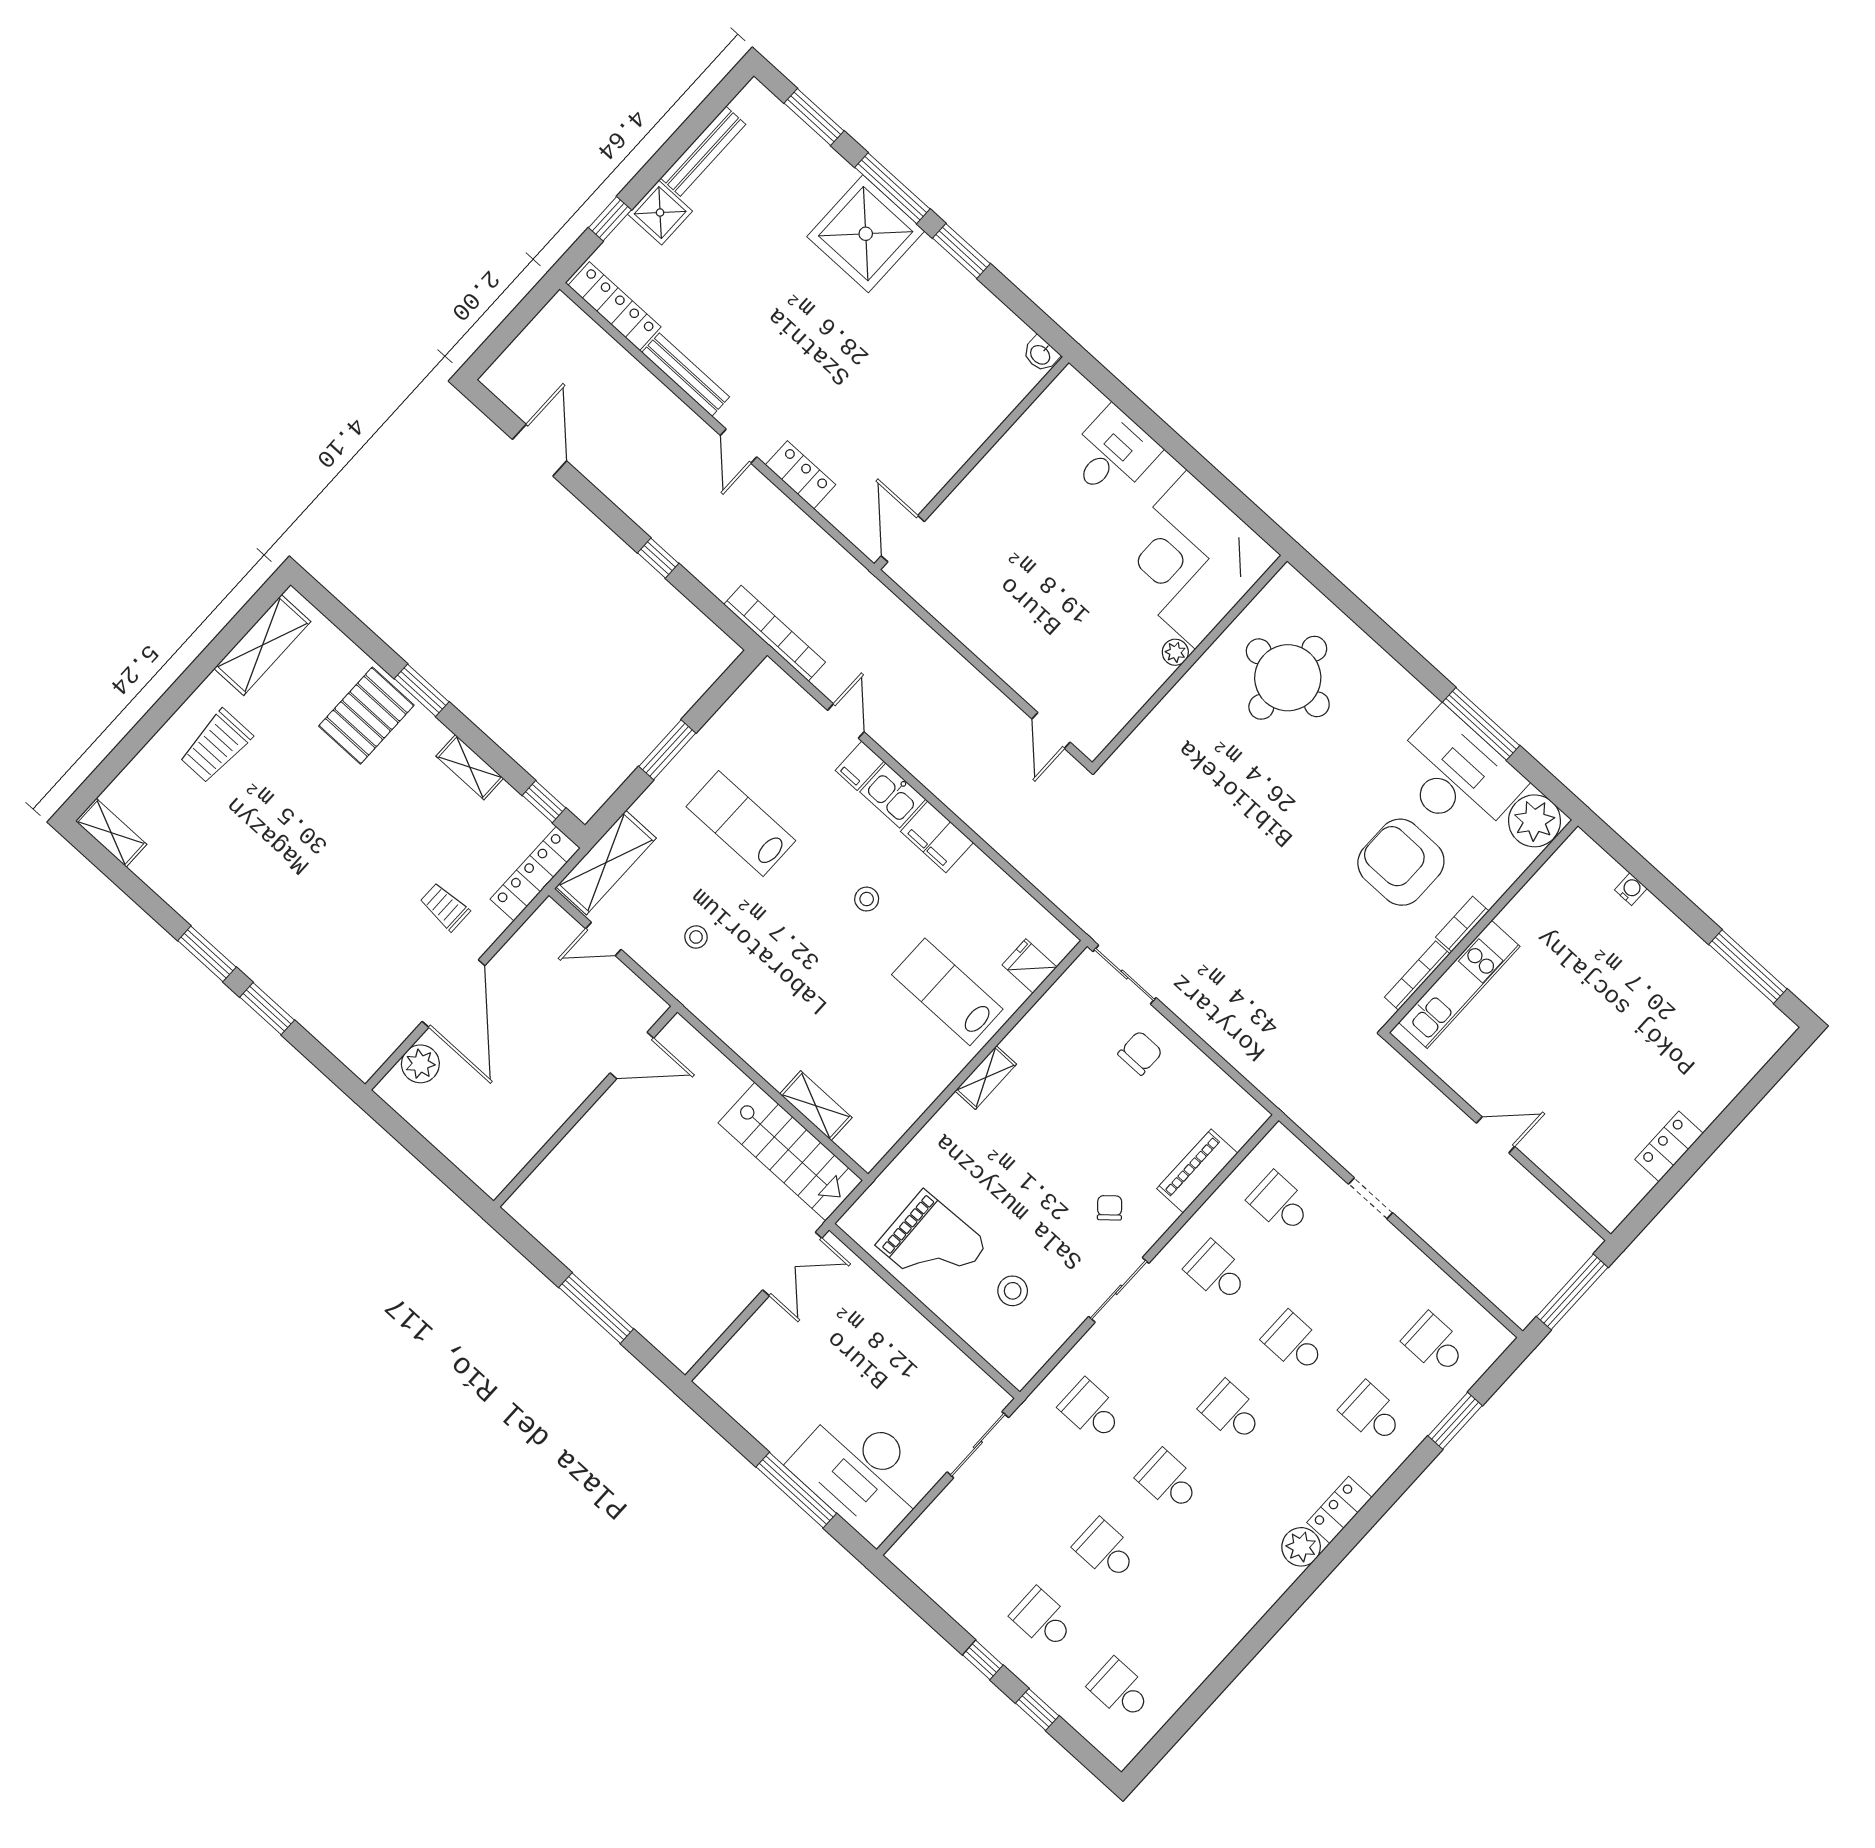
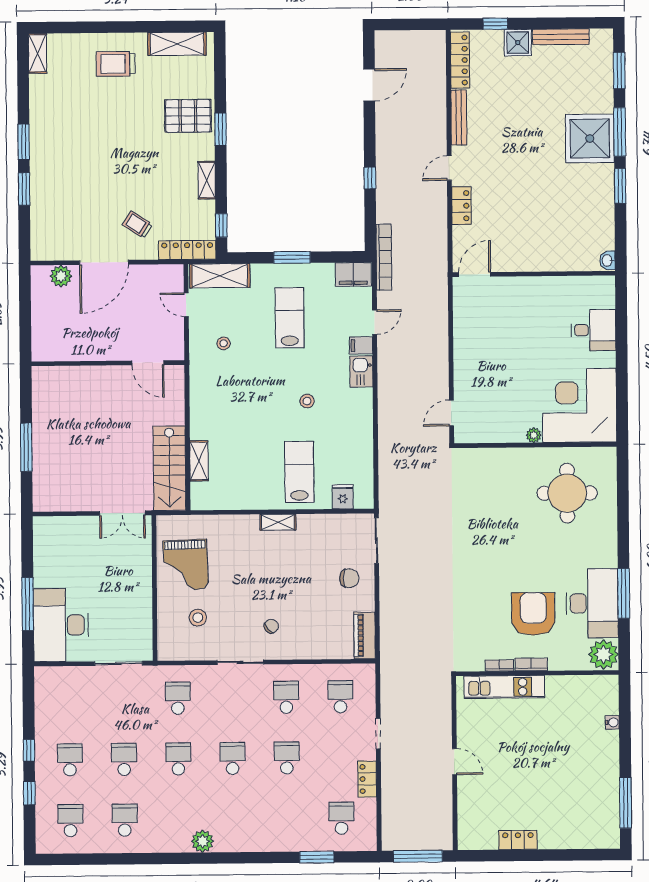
filing cabinet: (937, 837) -> (353, 274), moved, turned -90
trolley: (445, 907) -> (137, 225), turned -57
bookcase: (1417, 976) -> (499, 665), width x0.64
piano: (1197, 1171) -> (365, 636), moved, turned -90
school desk: (1372, 1413) -> (125, 820), moved
locker: (1339, 1510) -> (367, 779), moved, turned -90

